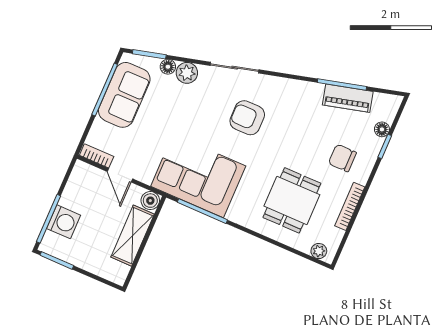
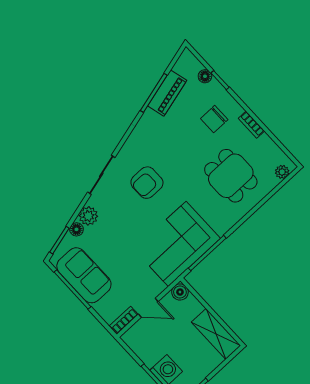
bookcase: (350, 206) -> (251, 125), width x0.64
shelving: (133, 236) -> (216, 334), moved

